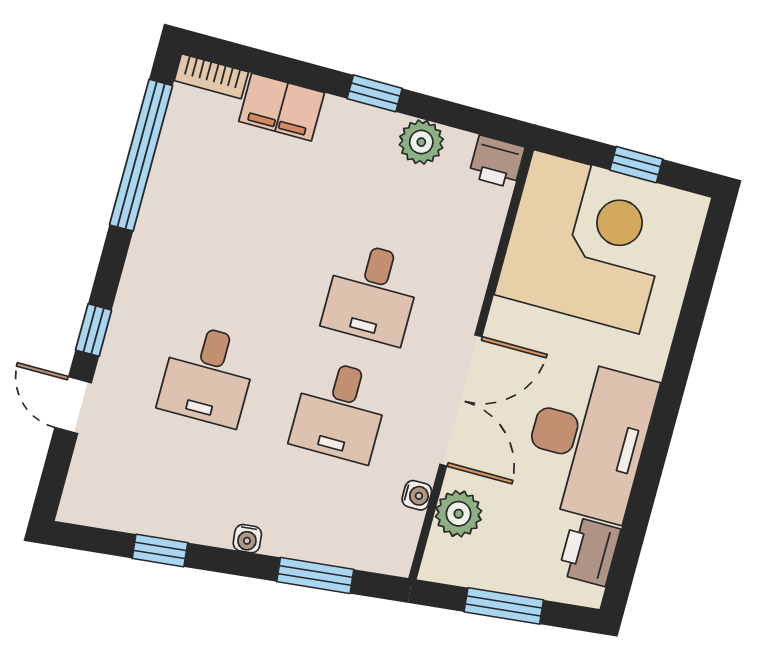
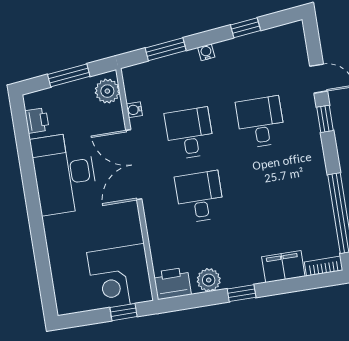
printer: (497, 162) -> (172, 283), width x1.36, depth x1.24
window: (636, 165) -> (124, 312), moved
corner desk: (586, 242) -> (120, 277), width x0.74, depth x0.74
plant: (458, 514) -> (107, 91), moved
printer: (589, 551) -> (37, 121), width x0.73, depth x0.81

